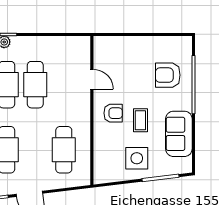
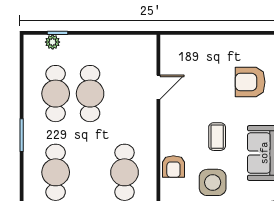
door: (92, 79) -> (158, 87), hinge flipped
armchair: (113, 113) -> (173, 167), moved, turned 90

